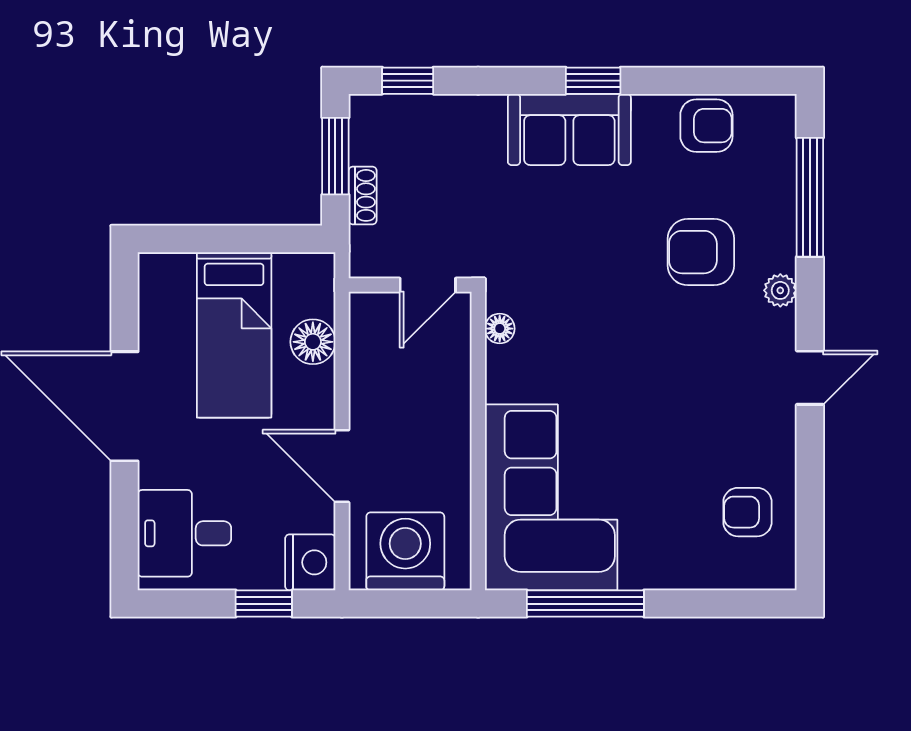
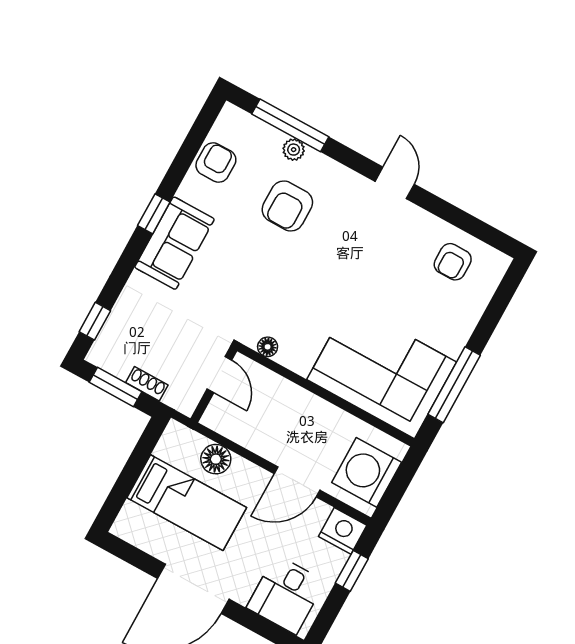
plant: (780, 290) -> (294, 150), moved

